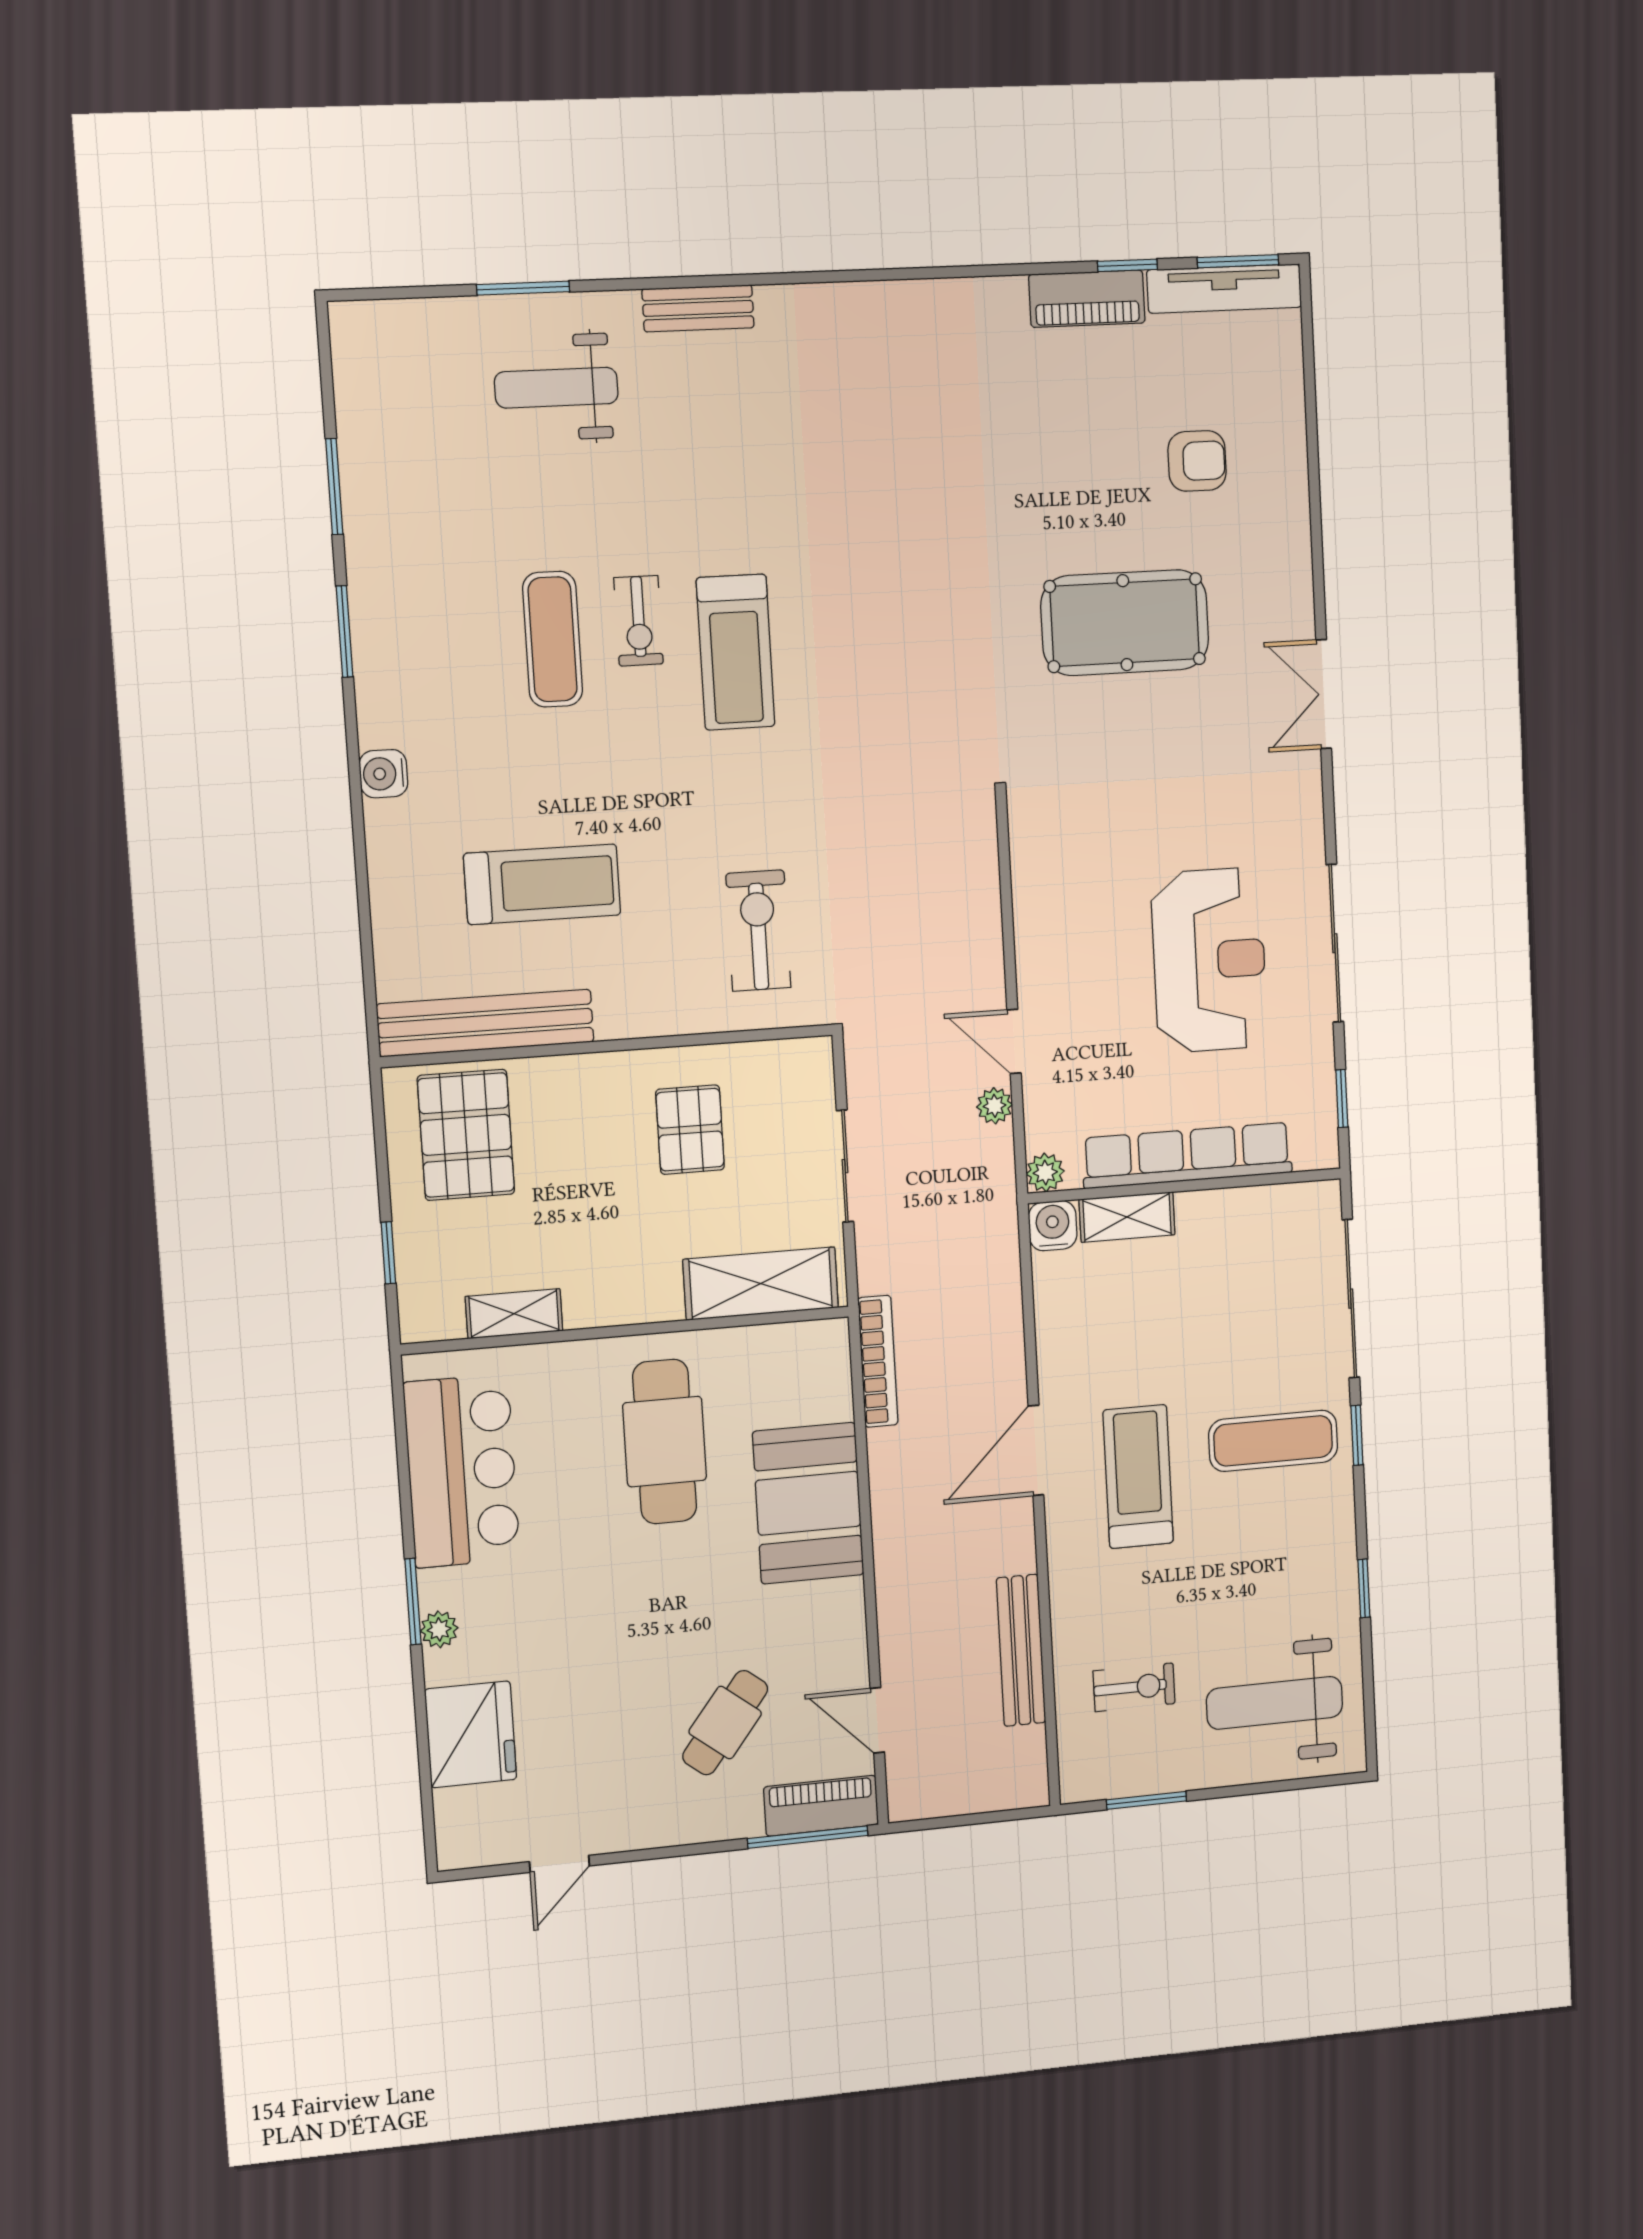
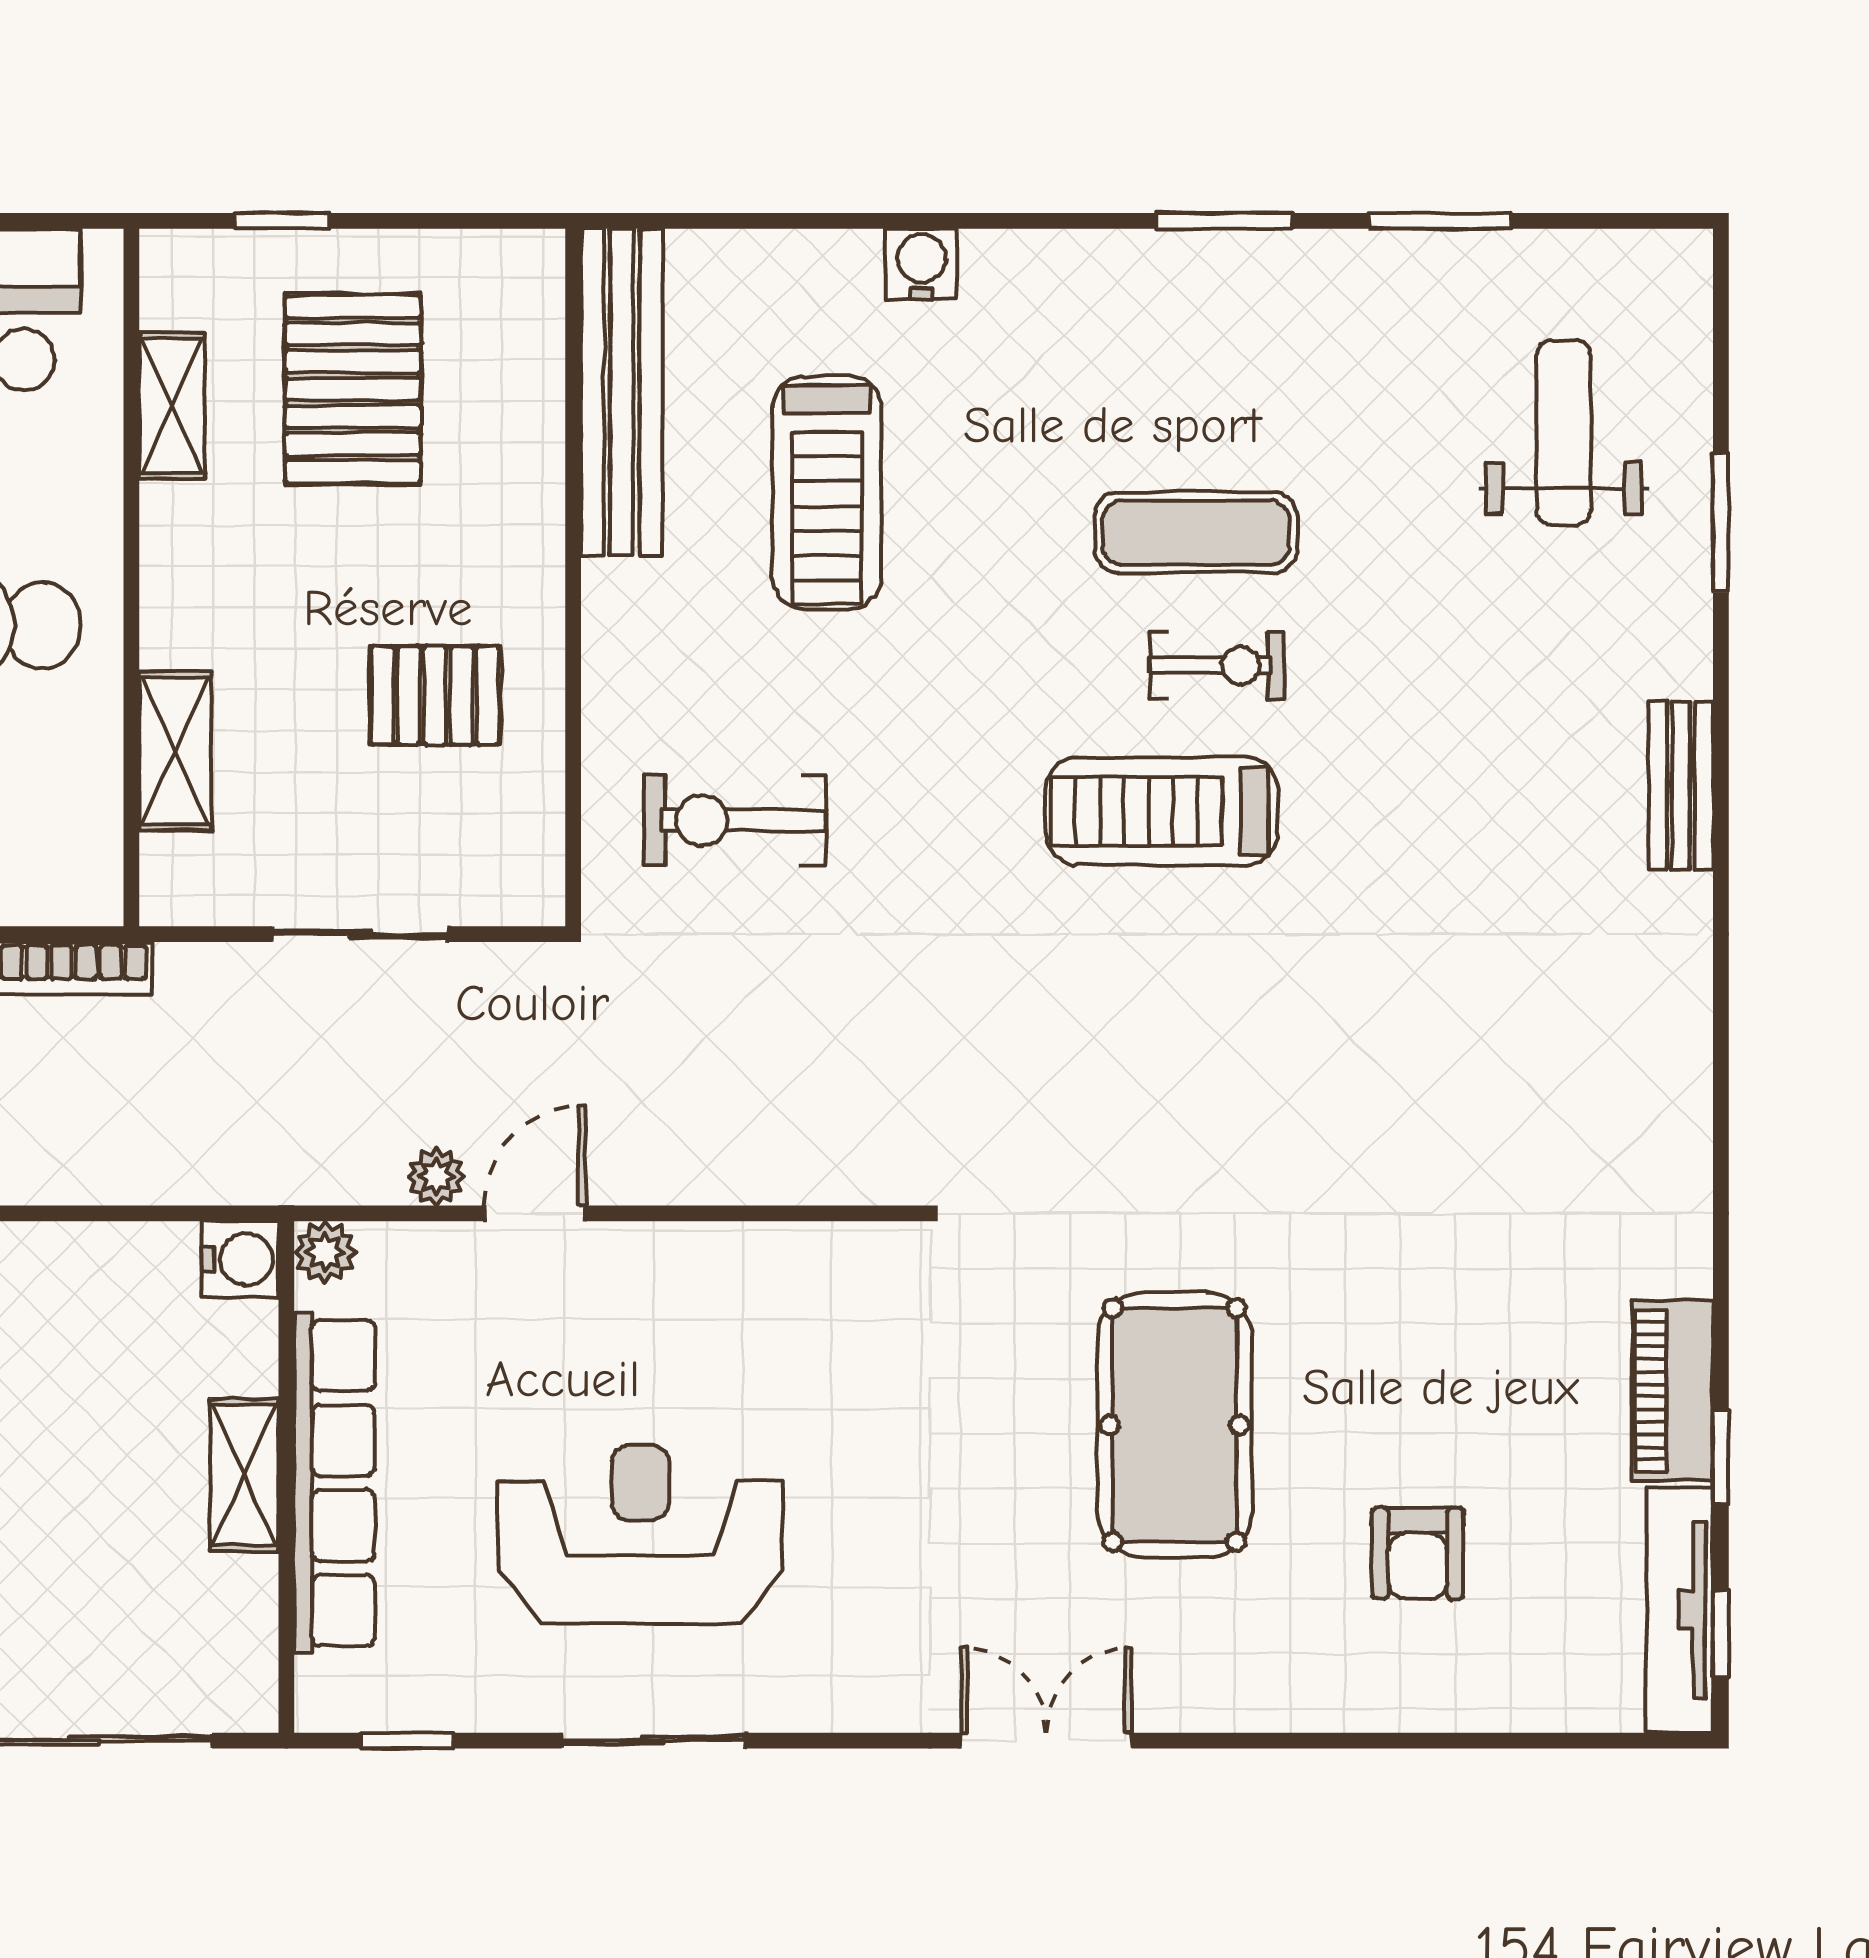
window: (1238, 261) -> (1721, 1634), width x0.67
weight bench: (556, 388) -> (1564, 433), moved
exercise bike: (639, 621) -> (1217, 665), turned 180
water cooler: (383, 774) -> (921, 264), moved
exercise bike: (758, 931) -> (735, 820), turned 180
sliding door: (1335, 943) -> (653, 1741), width x0.73
reception desk: (1209, 960) -> (640, 1534), turned 180
pallet: (466, 1135) -> (353, 389), moved, turned 90
shelving: (1127, 1217) -> (244, 1475), moved
shelving: (761, 1284) -> (175, 751), width x0.67, depth x0.75

